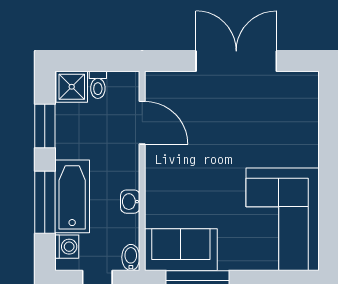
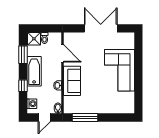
bathtub: (72, 196) -> (34, 71), moved
window: (45, 202) -> (23, 86), width x0.46
corner sofa: (283, 219) -> (119, 70), moved
sofa: (181, 250) -> (72, 81), moved, turned 90

